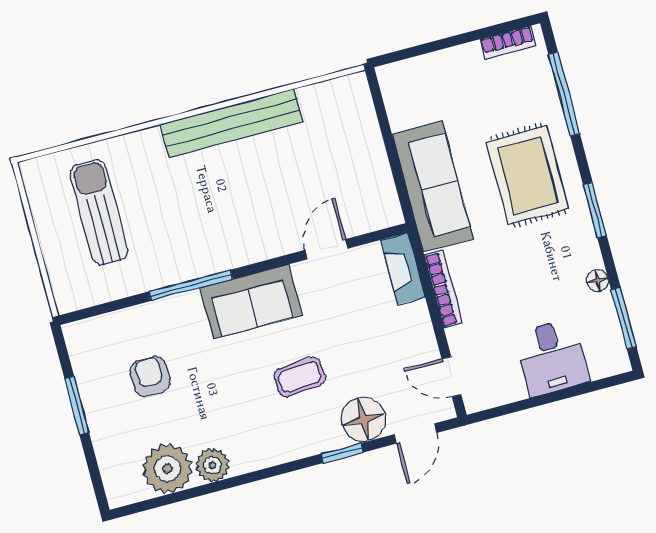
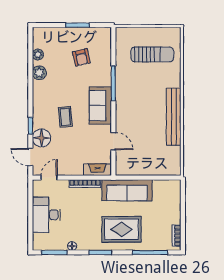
desk: (552, 357) -> (46, 215), width x1.37
armchair: (150, 376) -> (81, 57), turned 77
plant: (167, 469) -> (38, 55), width x0.53, depth x0.53

